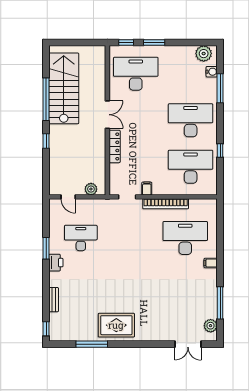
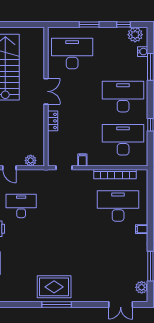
window: (126, 43) -> (124, 24), moved
locker: (115, 146) -> (53, 121), width x0.66
bookcase: (166, 204) -> (115, 174), moved
window: (92, 344) -> (57, 304), moved

